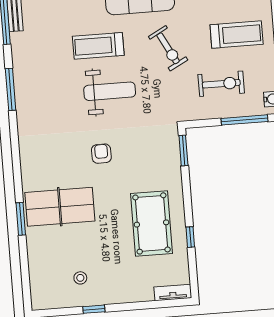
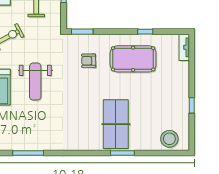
weight bench: (110, 91) -> (35, 82), turned 180
armchair: (101, 154) -> (89, 61), moved
stool: (80, 278) -> (169, 139), moved, width x1.89, depth x1.89

